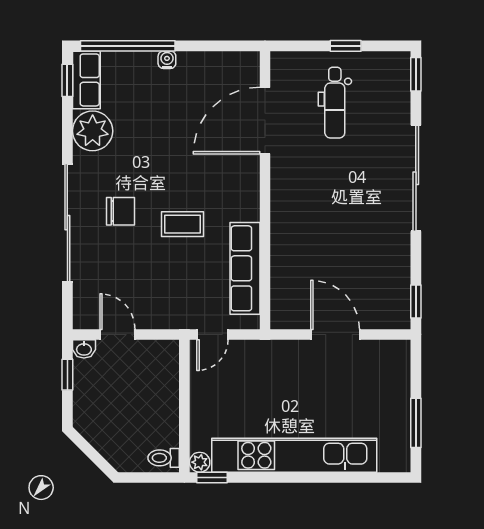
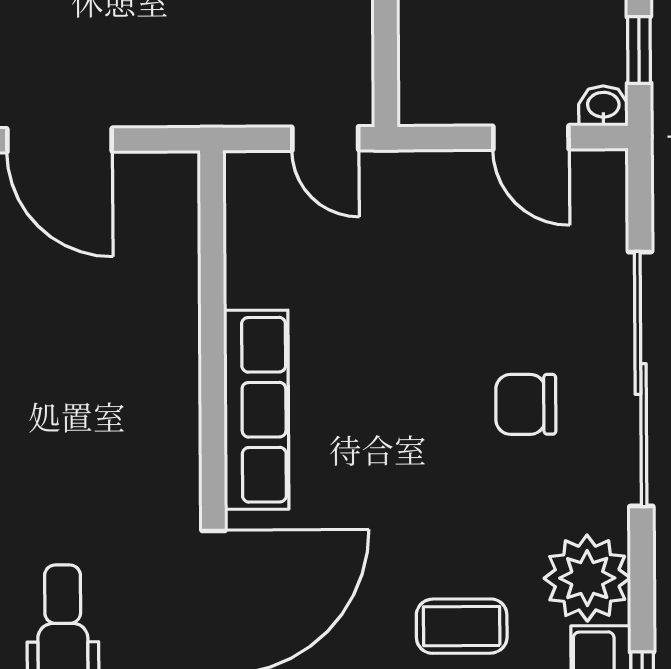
coffee table: (183, 224) -> (462, 626), moved
row of seats: (245, 268) -> (256, 410), moved
door: (212, 334) -> (325, 139), swing flipped

